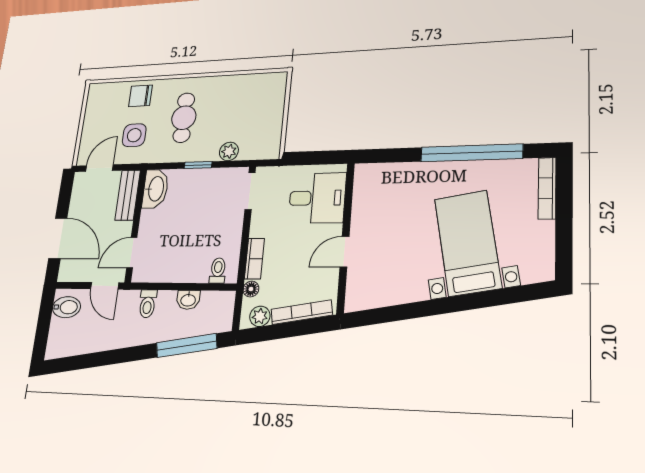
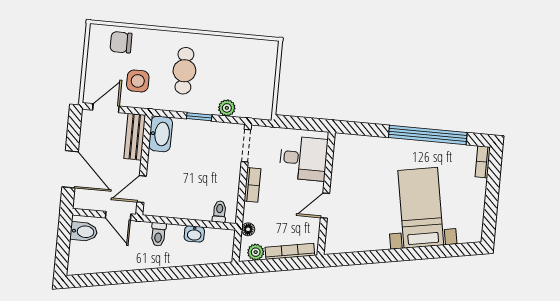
chair: (140, 96) -> (121, 42), moved
bookcase: (547, 188) -> (483, 162), width x0.64
bookcase: (254, 259) -> (252, 185), moved
window: (187, 346) -> (194, 271), removed

